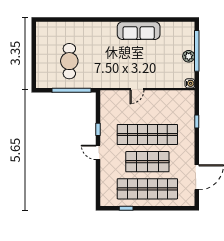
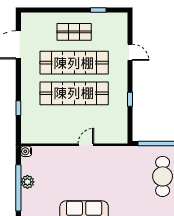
door: (98, 152) -> (130, 52), moved
shop shelf: (147, 162) -> (74, 63), width x1.40
shop shelf: (147, 189) -> (74, 32), width x0.50, depth x0.74

